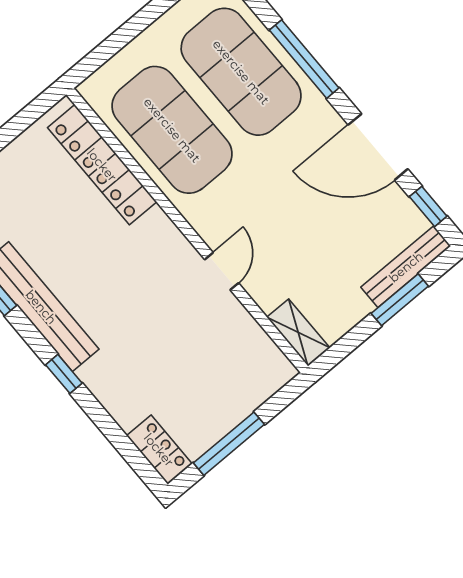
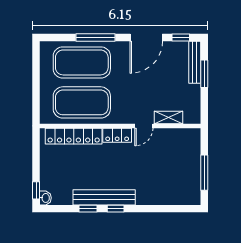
door: (222, 271) -> (144, 126), swing flipped
shelving: (298, 332) -> (169, 117), moved
window: (64, 374) -> (116, 209), moved
locker: (159, 450) -> (117, 135), moved, turned 180

